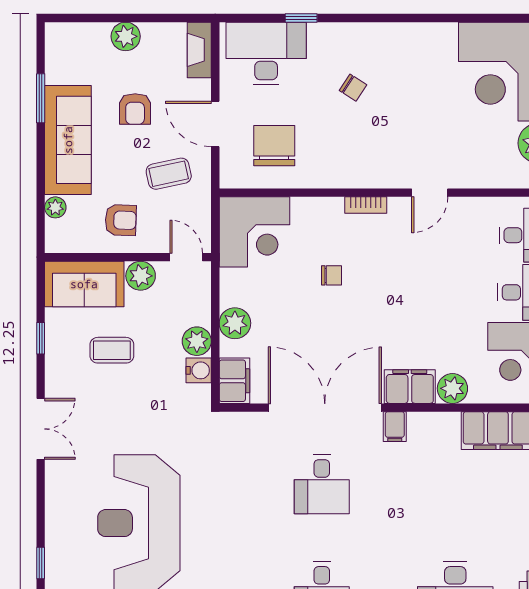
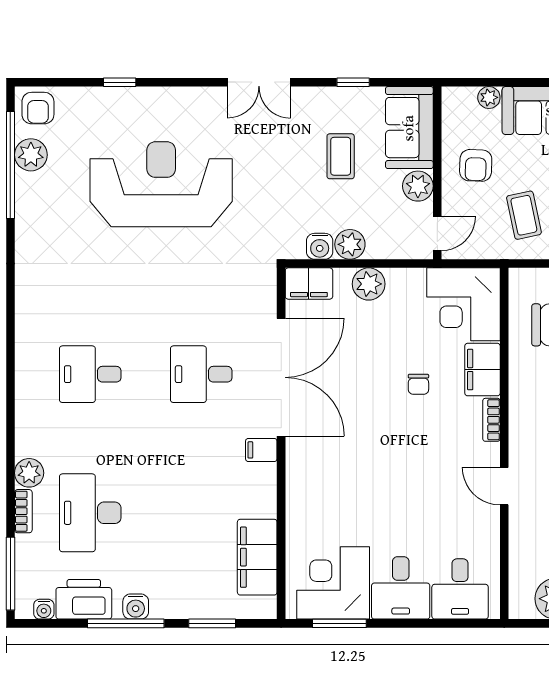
filing cabinet: (410, 387) -> (482, 370), moved, turned 180
plant: (452, 388) -> (301, 510), removed

